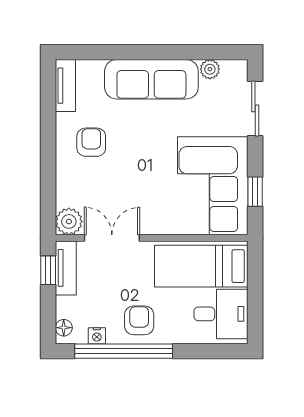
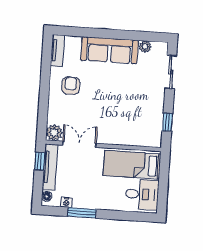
corner sofa: (213, 186) -> (142, 117), removed
tv unit: (66, 268) -> (50, 167), width x1.41
armchair: (139, 320) -> (92, 195), removed
window: (124, 351) -> (82, 213), width x0.47

